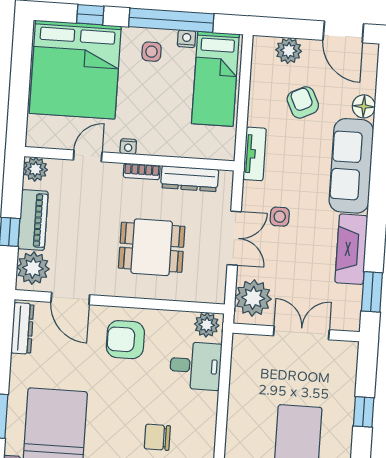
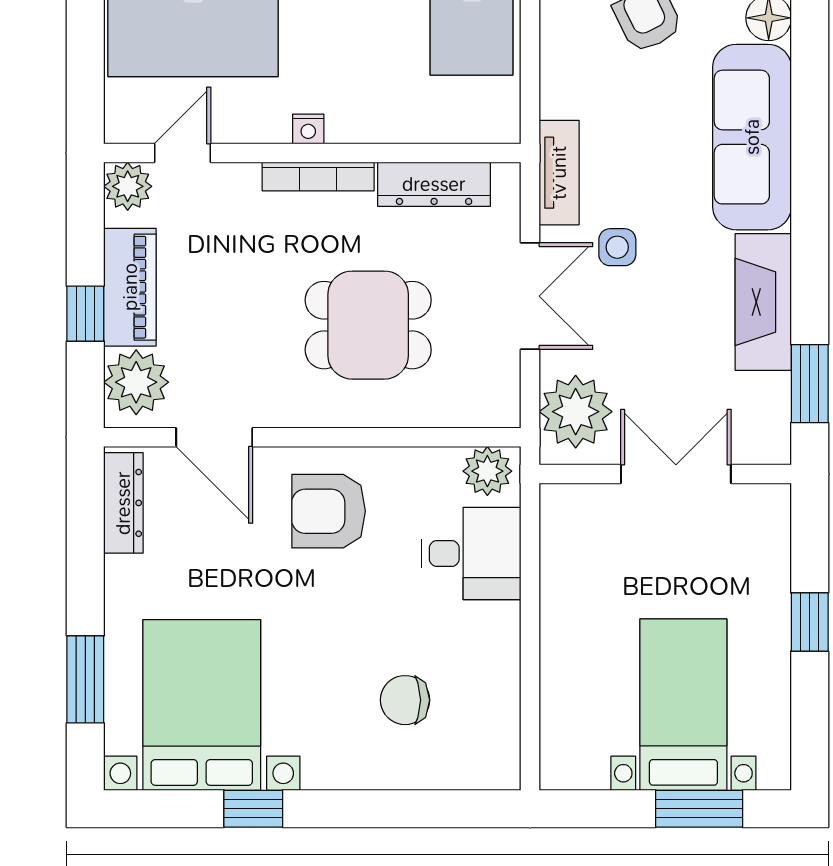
tv unit: (255, 154) -> (559, 173), moved
door: (88, 156) -> (182, 153), moved
bookcase: (142, 171) -> (318, 176), width x1.56

